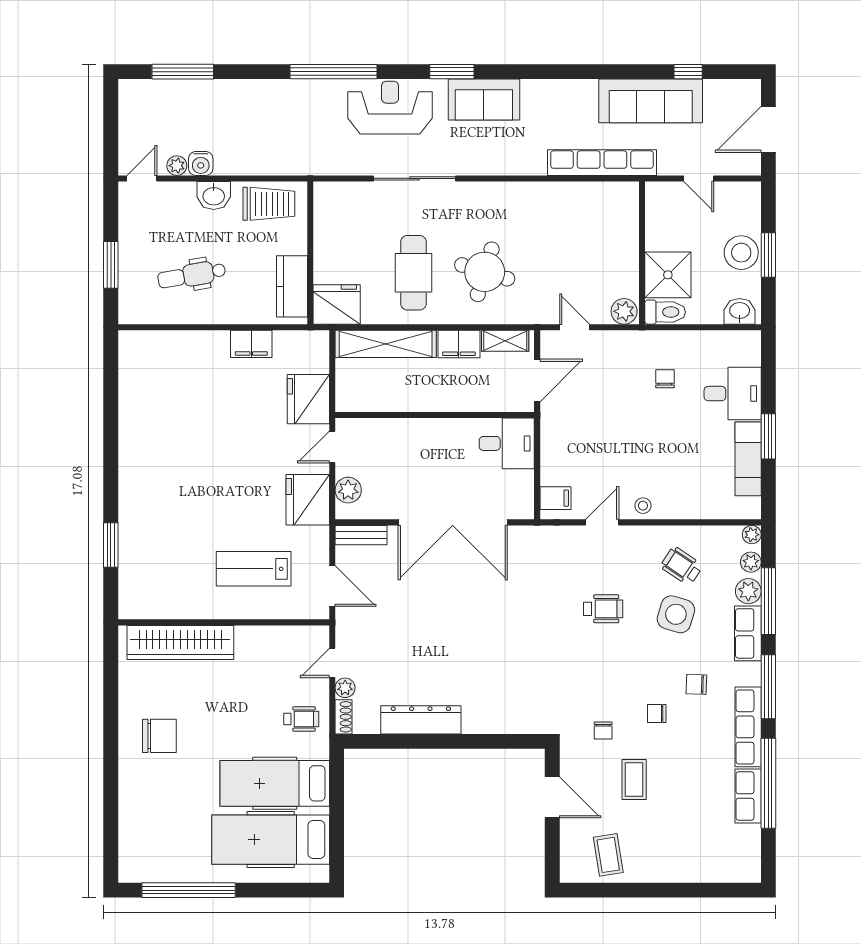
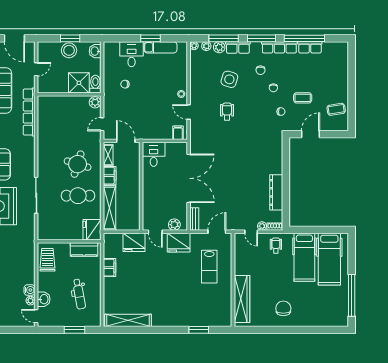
washbasin: (214, 195) -> (44, 299), moved
shelving: (132, 386) -> (128, 320), added
wheelchair: (682, 566) -> (208, 77), removed

